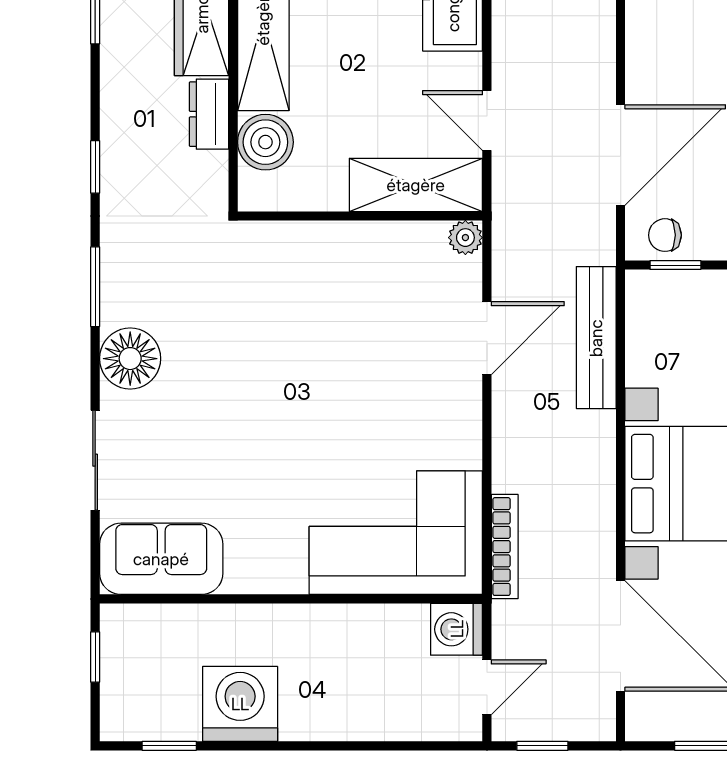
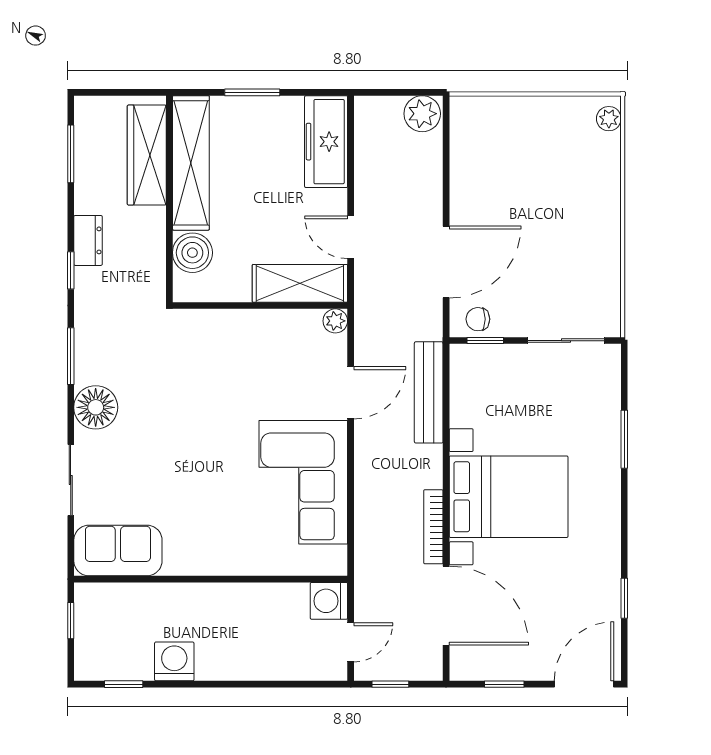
dresser: (209, 114) -> (88, 240), moved, turned 180
corner sofa: (396, 533) -> (303, 482), moved, turned -90
bookcase: (505, 547) -> (433, 527), moved, turned 180
washing machine: (240, 704) -> (174, 661), width x0.73, depth x0.73

